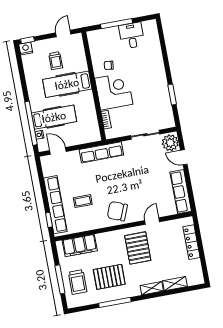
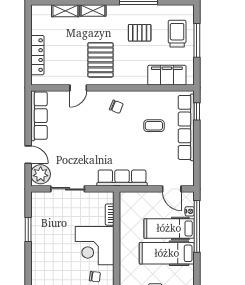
hospital bed: (67, 84) -> (167, 253), moved, turned 180
chair: (117, 211) -> (116, 107), width x0.54, depth x0.54
pallet: (109, 277) -> (140, 33), width x0.67, depth x0.71

